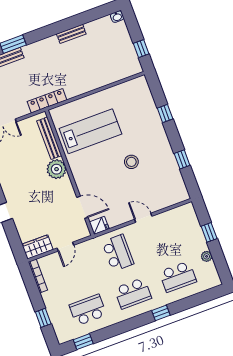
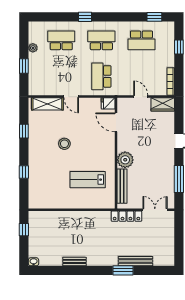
locker: (47, 101) -> (126, 216), moved
lab bench: (90, 131) -> (88, 180), width x0.73, depth x0.72
shelving: (167, 199) -> (47, 104), added
door: (65, 247) -> (141, 97), hinge flipped

